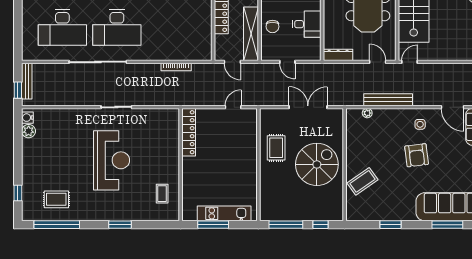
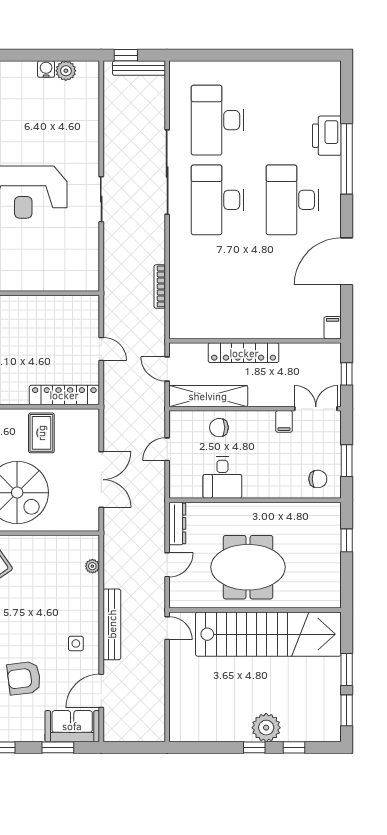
door: (232, 62) -> (167, 369), hinge flipped
door: (378, 62) -> (167, 565), moved
bench: (388, 100) -> (112, 624), moved
door: (233, 107) -> (101, 349), moved
water cooler: (27, 118) -> (46, 69), moved
locker: (189, 132) -> (64, 395), moved, turned 180
rug: (276, 148) -> (41, 433), turned 90
armchair: (417, 155) -> (24, 678), moved

